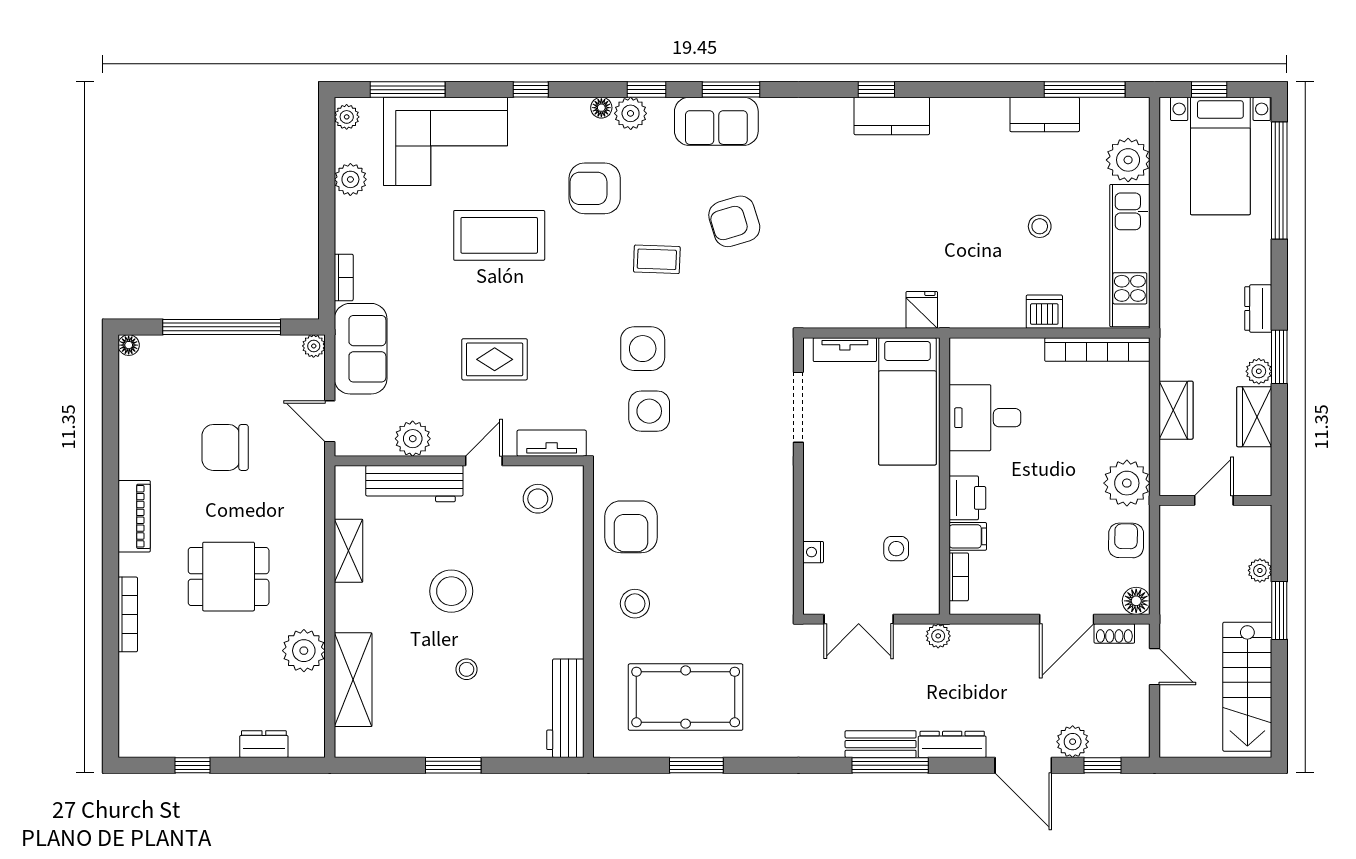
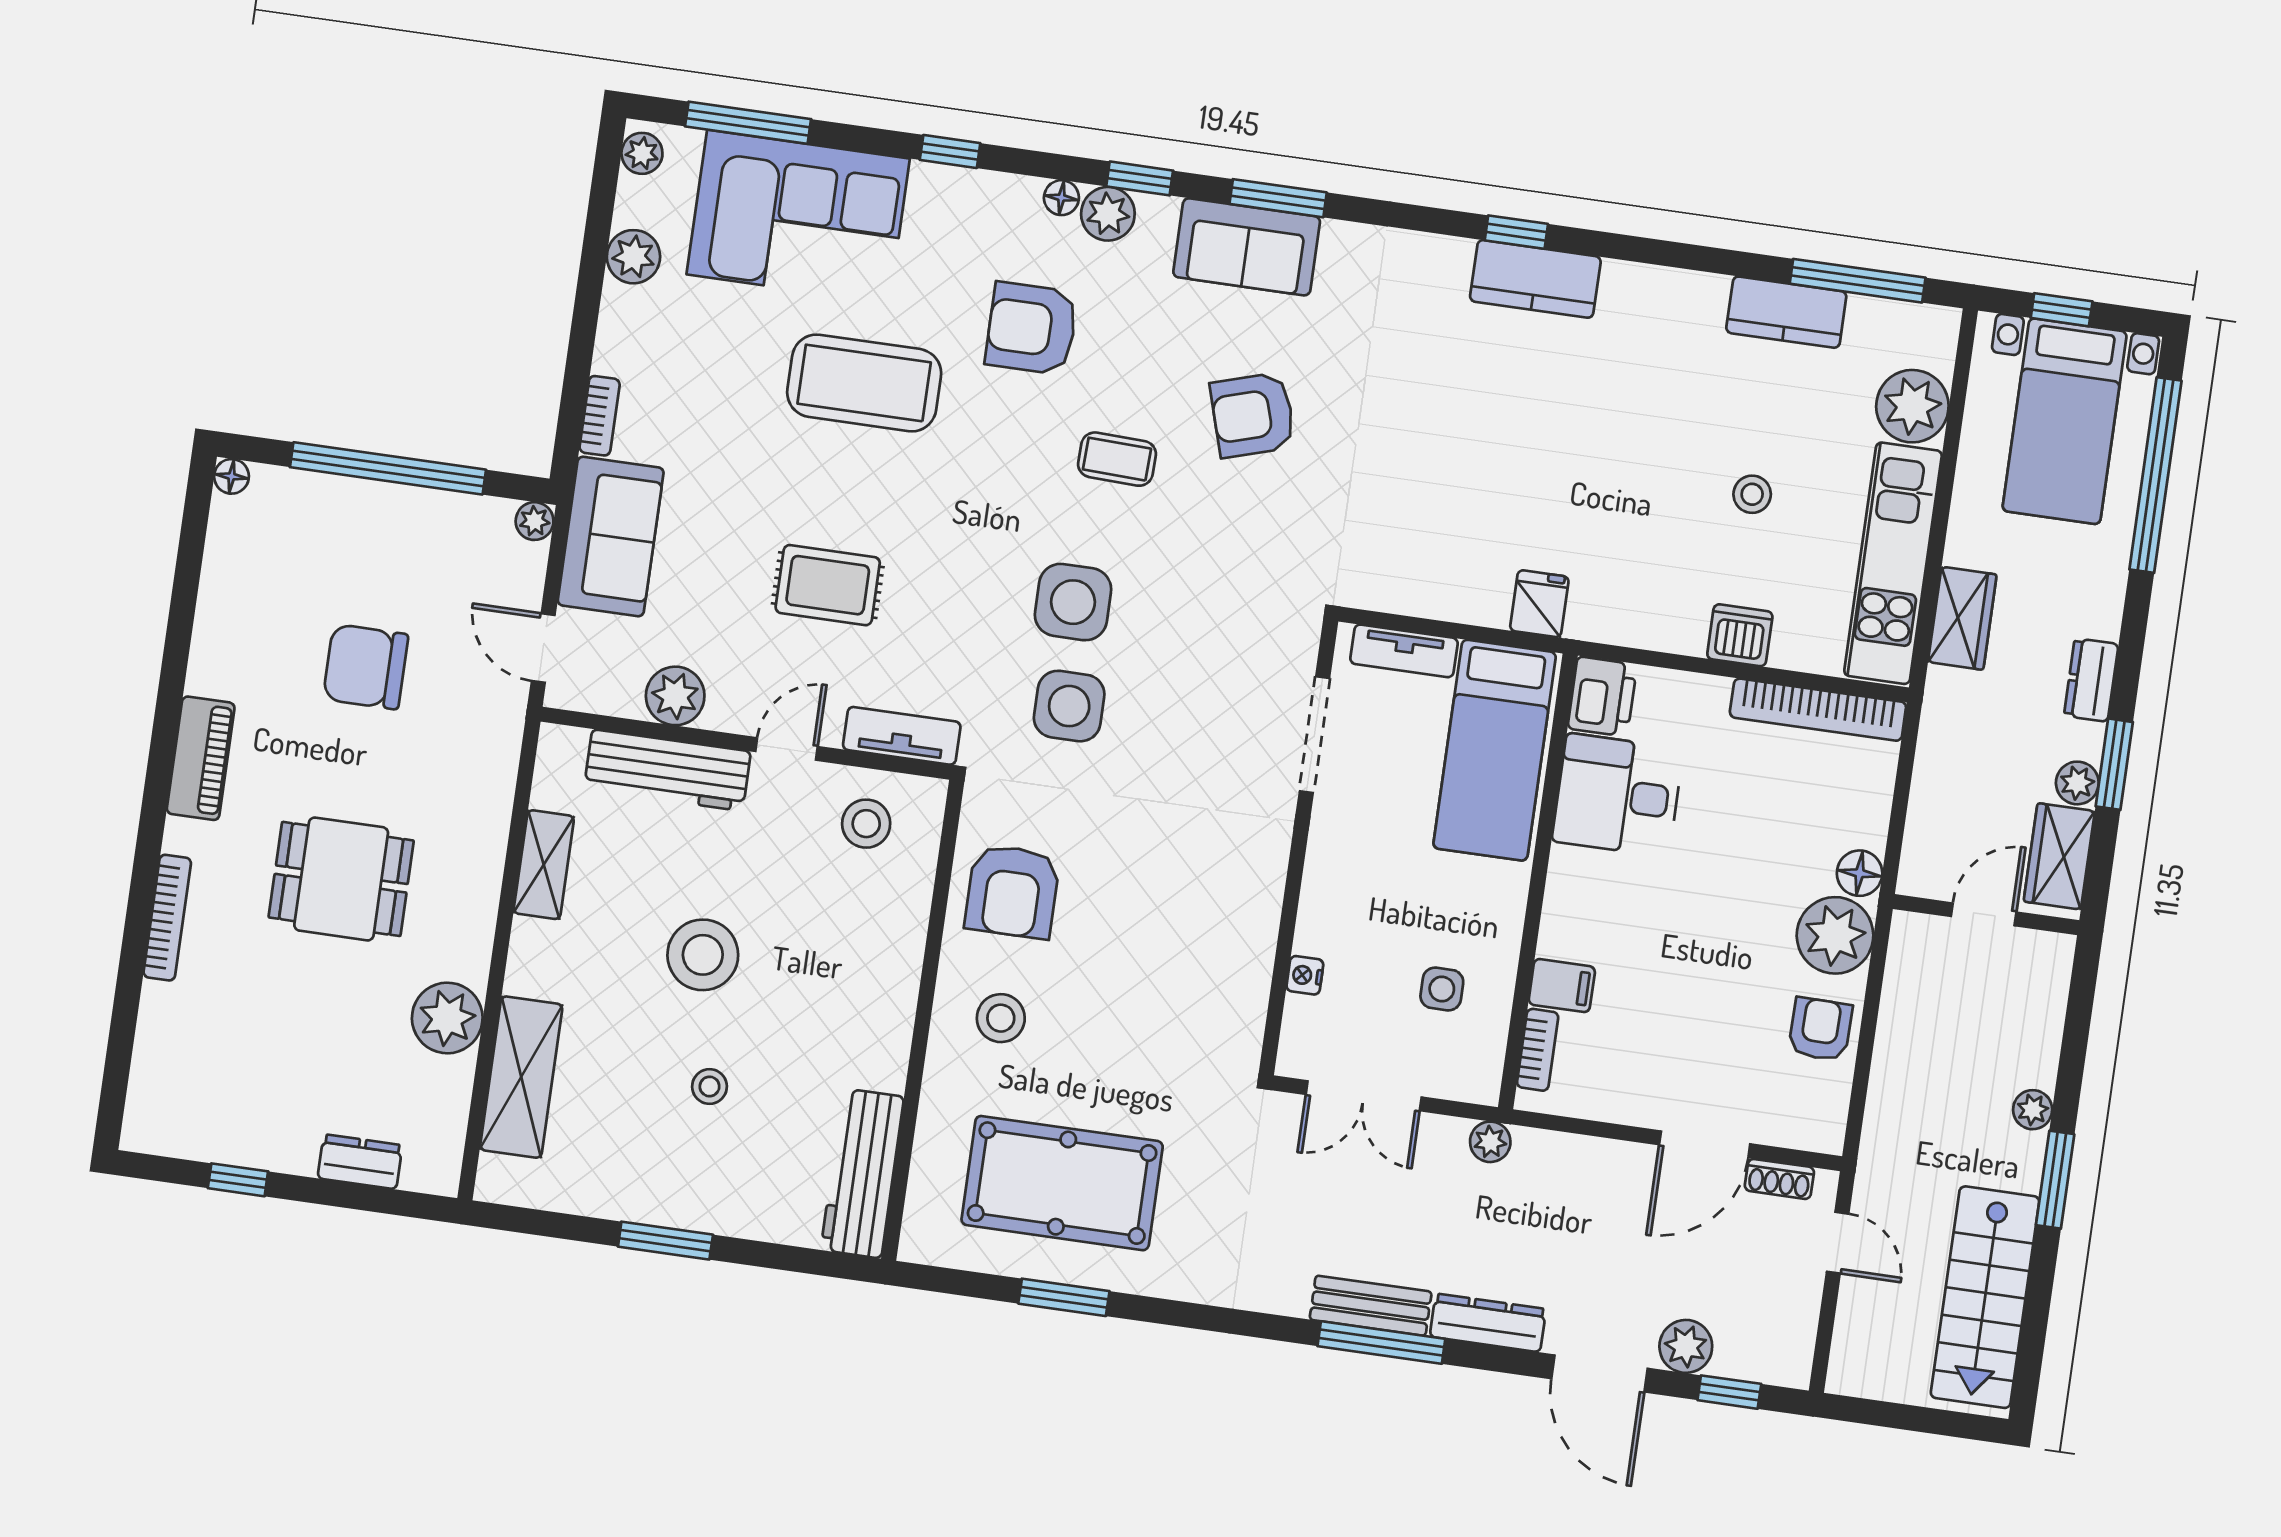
wardrobe: (1176, 410) -> (1962, 618), moved
printer: (967, 498) -> (1602, 697), moved
door: (1214, 500) -> (1984, 914), moved
wall: (1215, 500) -> (1986, 915), moved
floor lamp: (1136, 601) -> (1860, 873), moved

